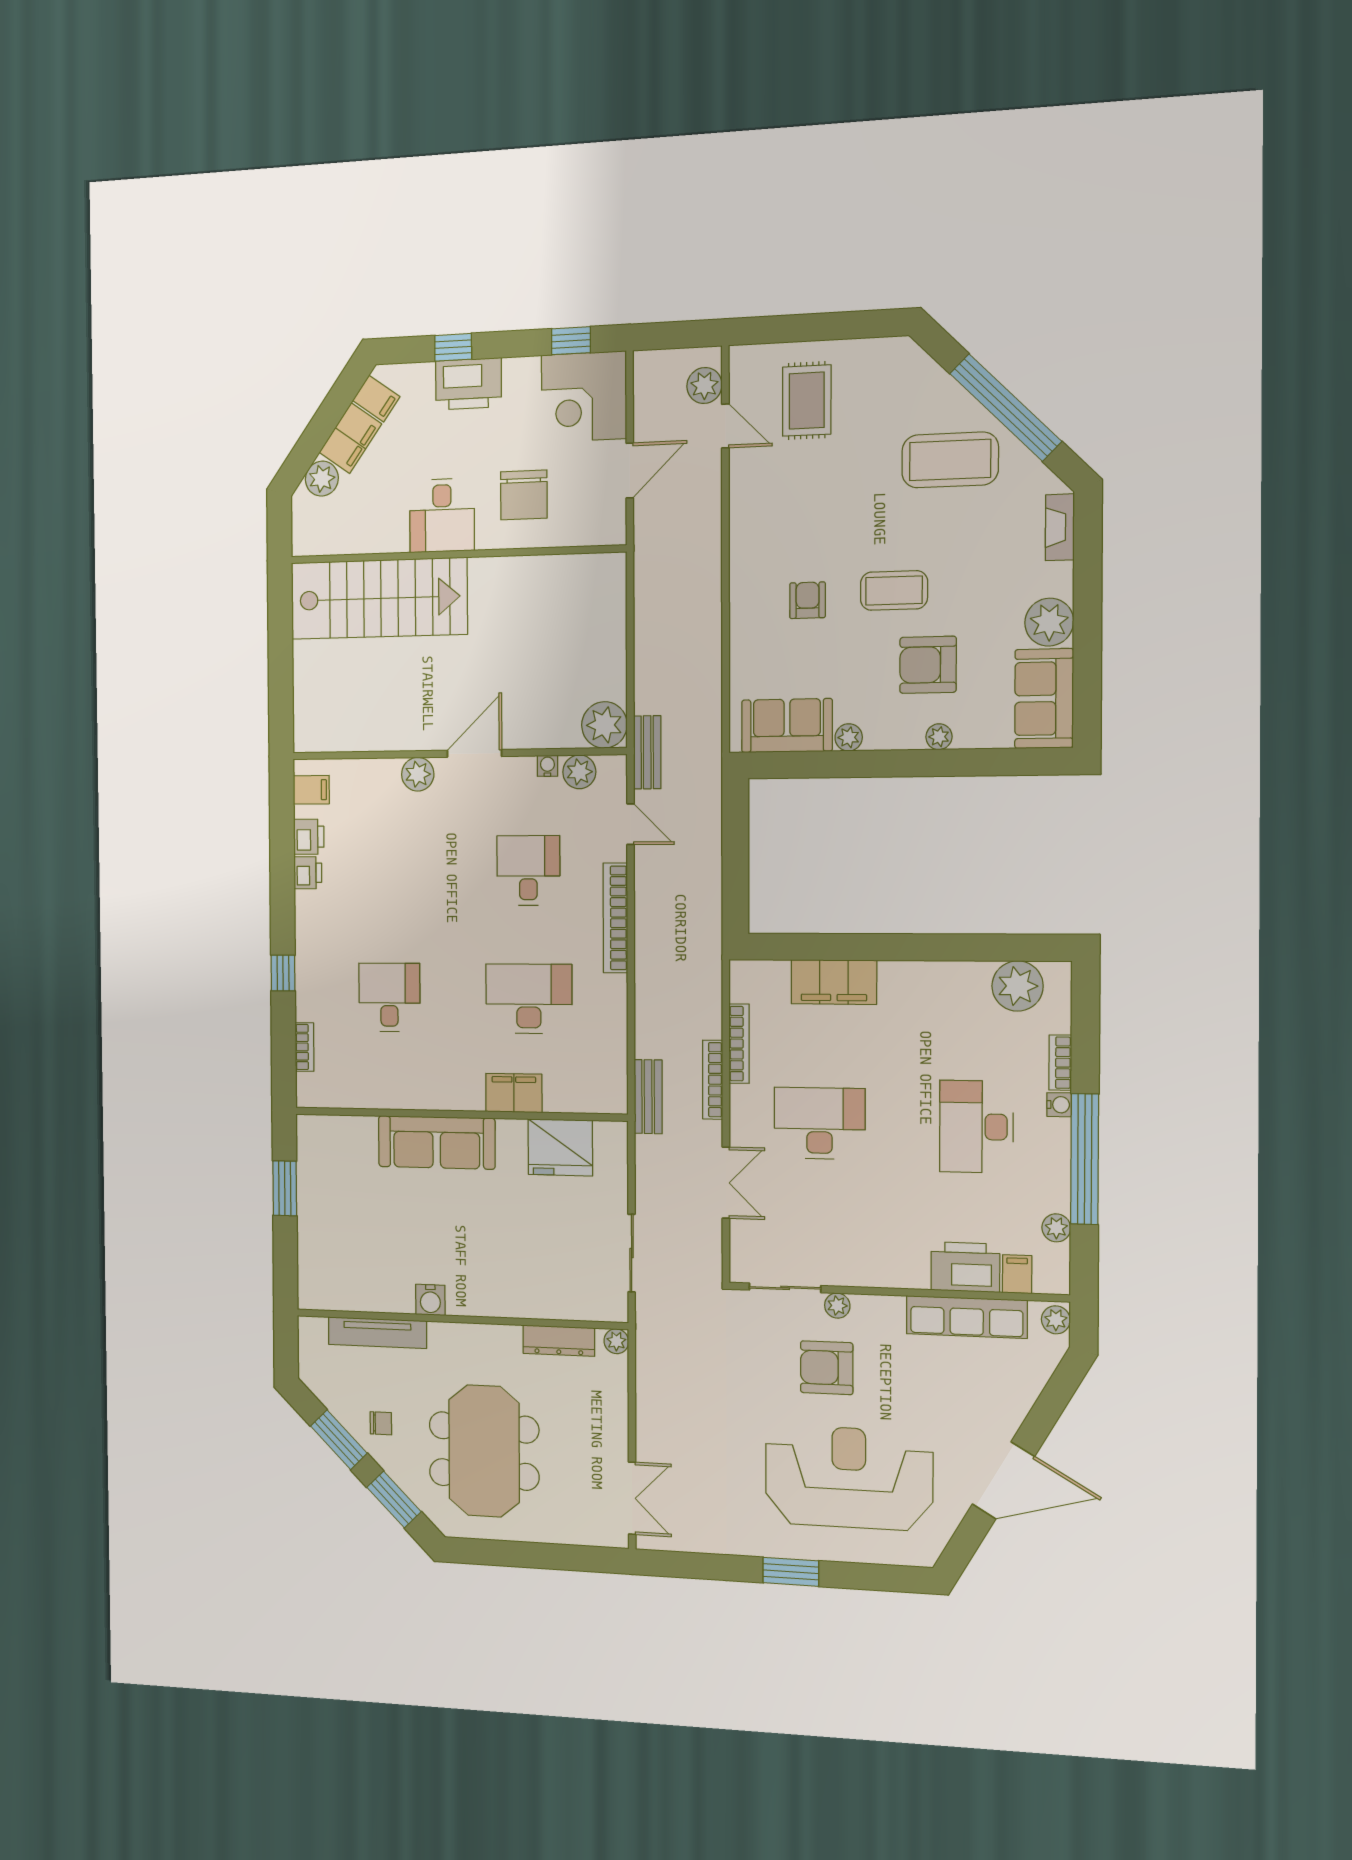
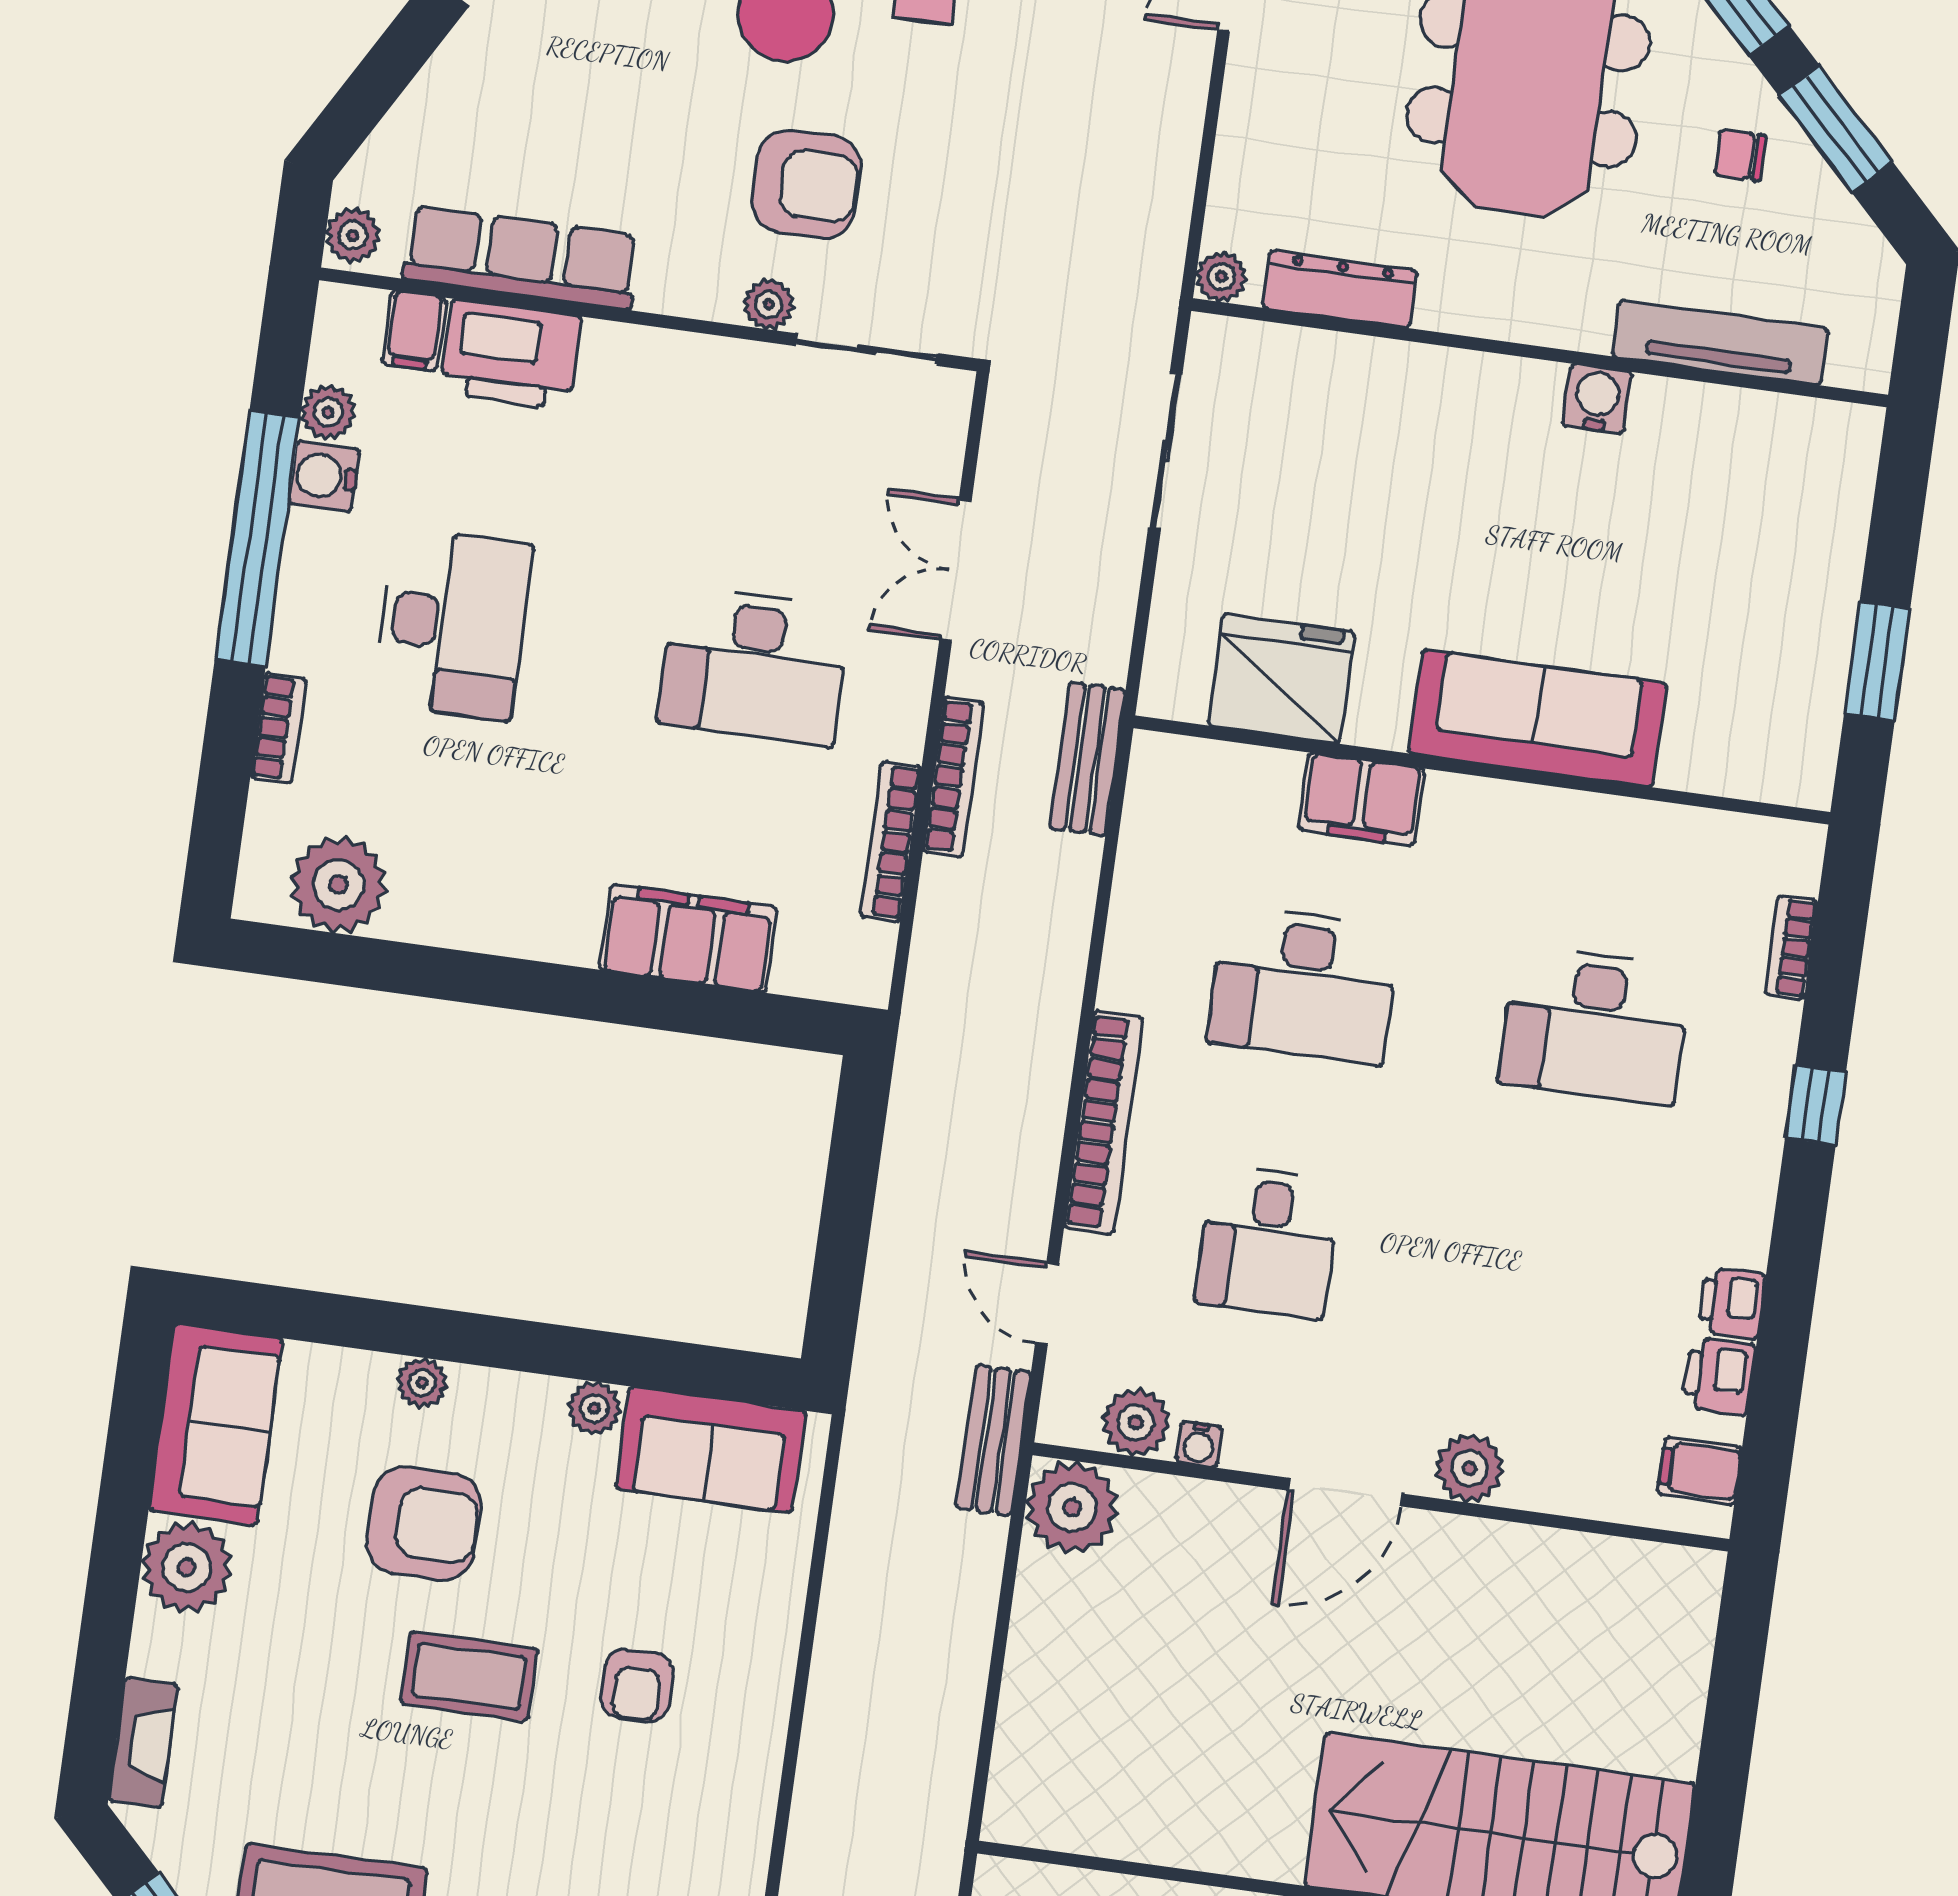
desk: (389, 997) -> (1595, 1025), width x1.37
water cooler: (1059, 1105) -> (324, 476), moved, width x1.38, depth x1.38

